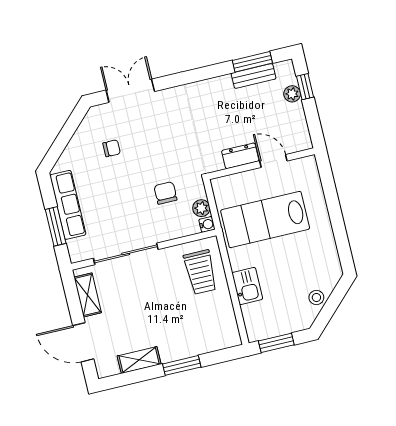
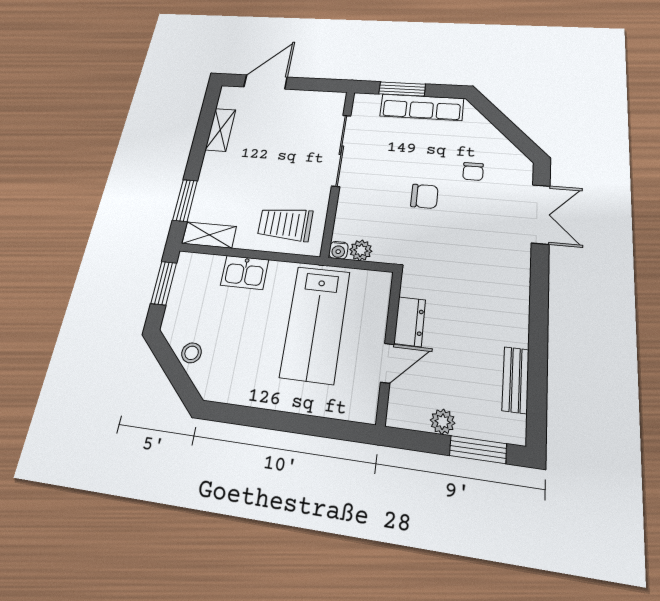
window: (252, 62) -> (537, 386), removed
window: (305, 87) -> (478, 450), width x1.50
plant: (292, 94) -> (443, 422), moved
chair: (165, 193) -> (424, 196), moved
lab bench: (265, 220) -> (315, 324), turned 180
shelving: (88, 295) -> (209, 235), moved
window: (182, 365) -> (185, 200), moved

